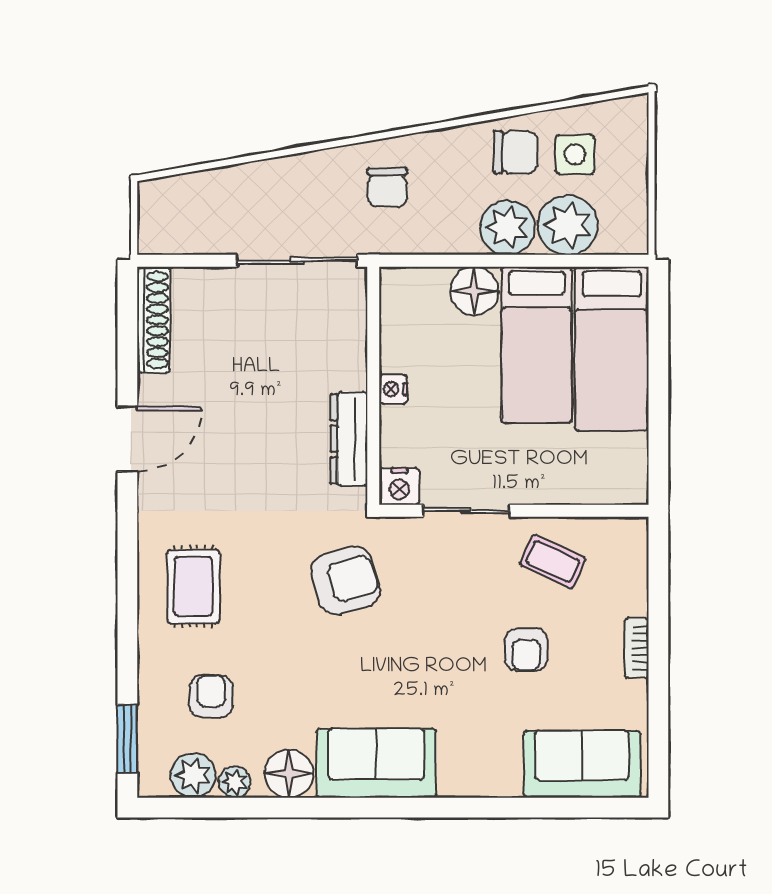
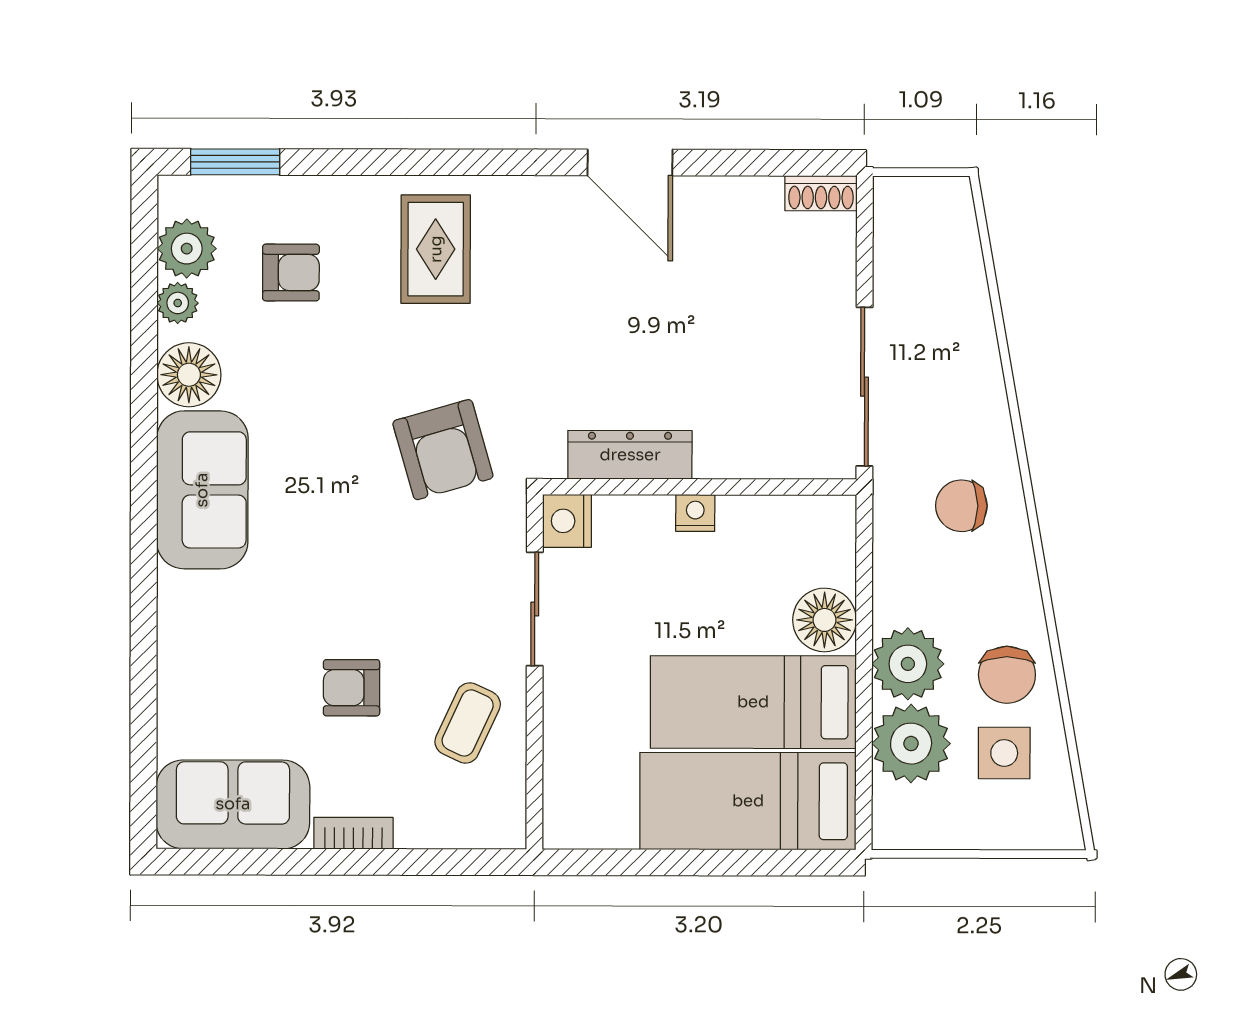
shoe rack: (154, 320) -> (821, 193), width x0.51, depth x0.81
rug: (193, 586) -> (436, 249), turned 90
sofa: (582, 764) -> (233, 804), moved, turned -90

